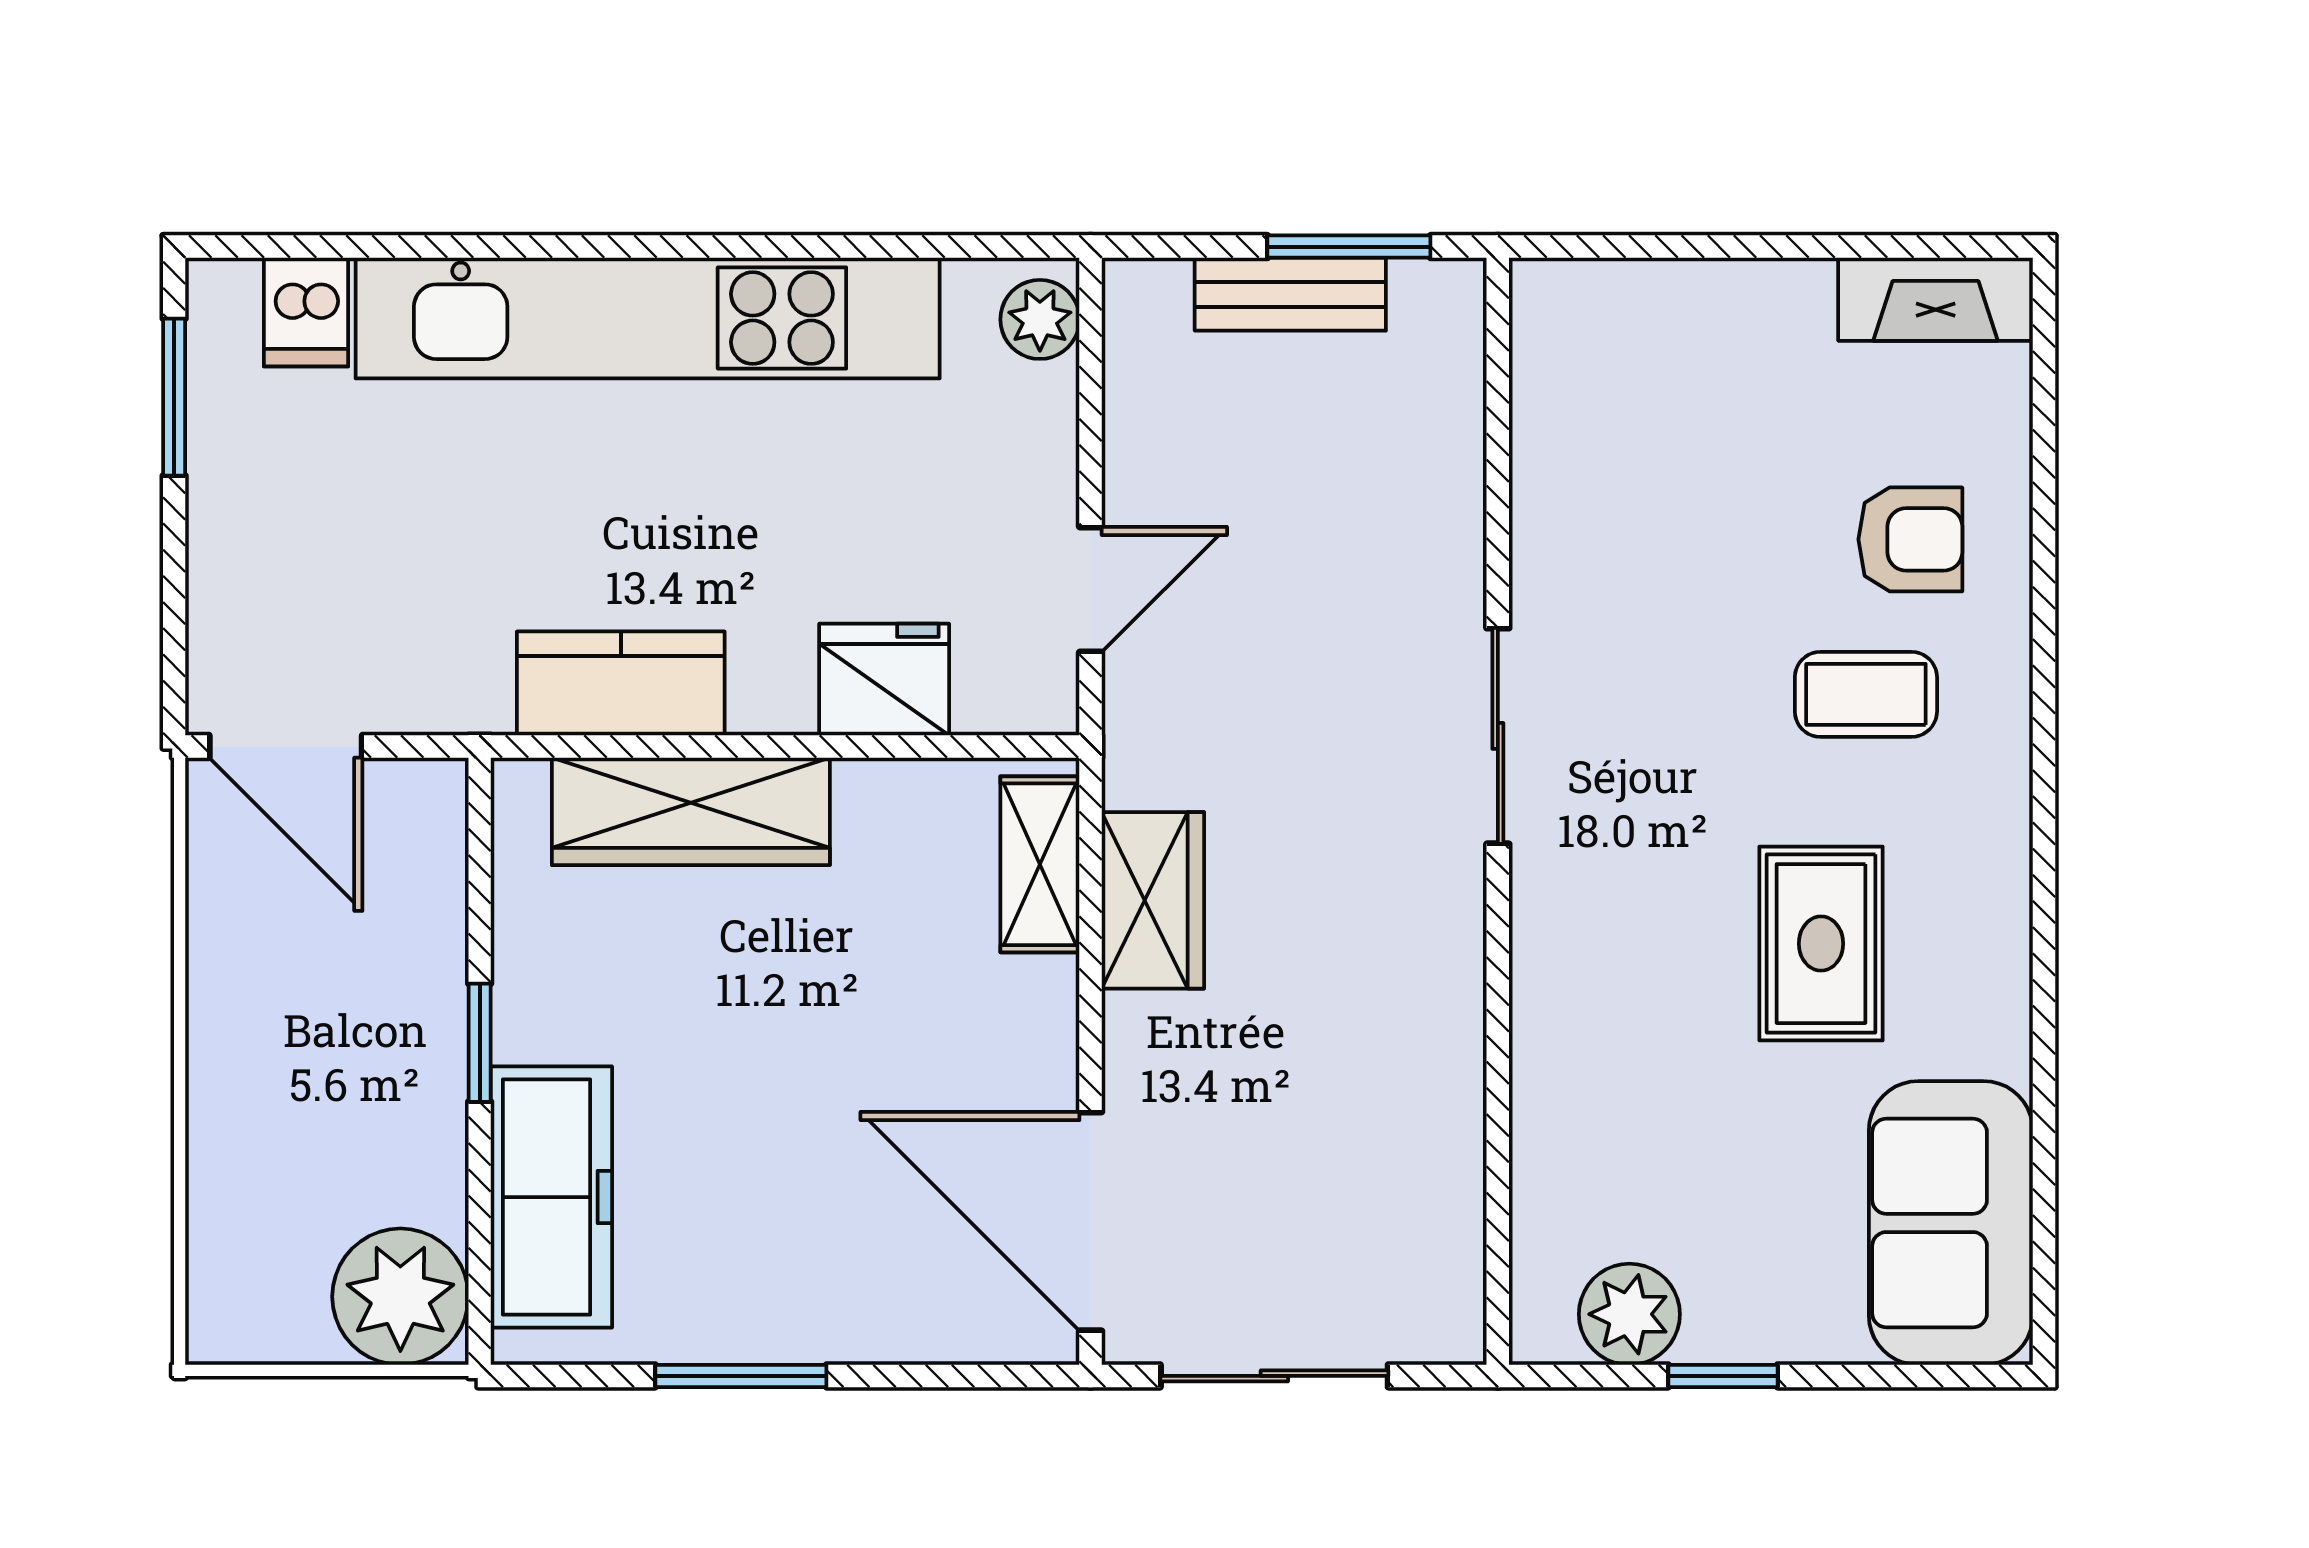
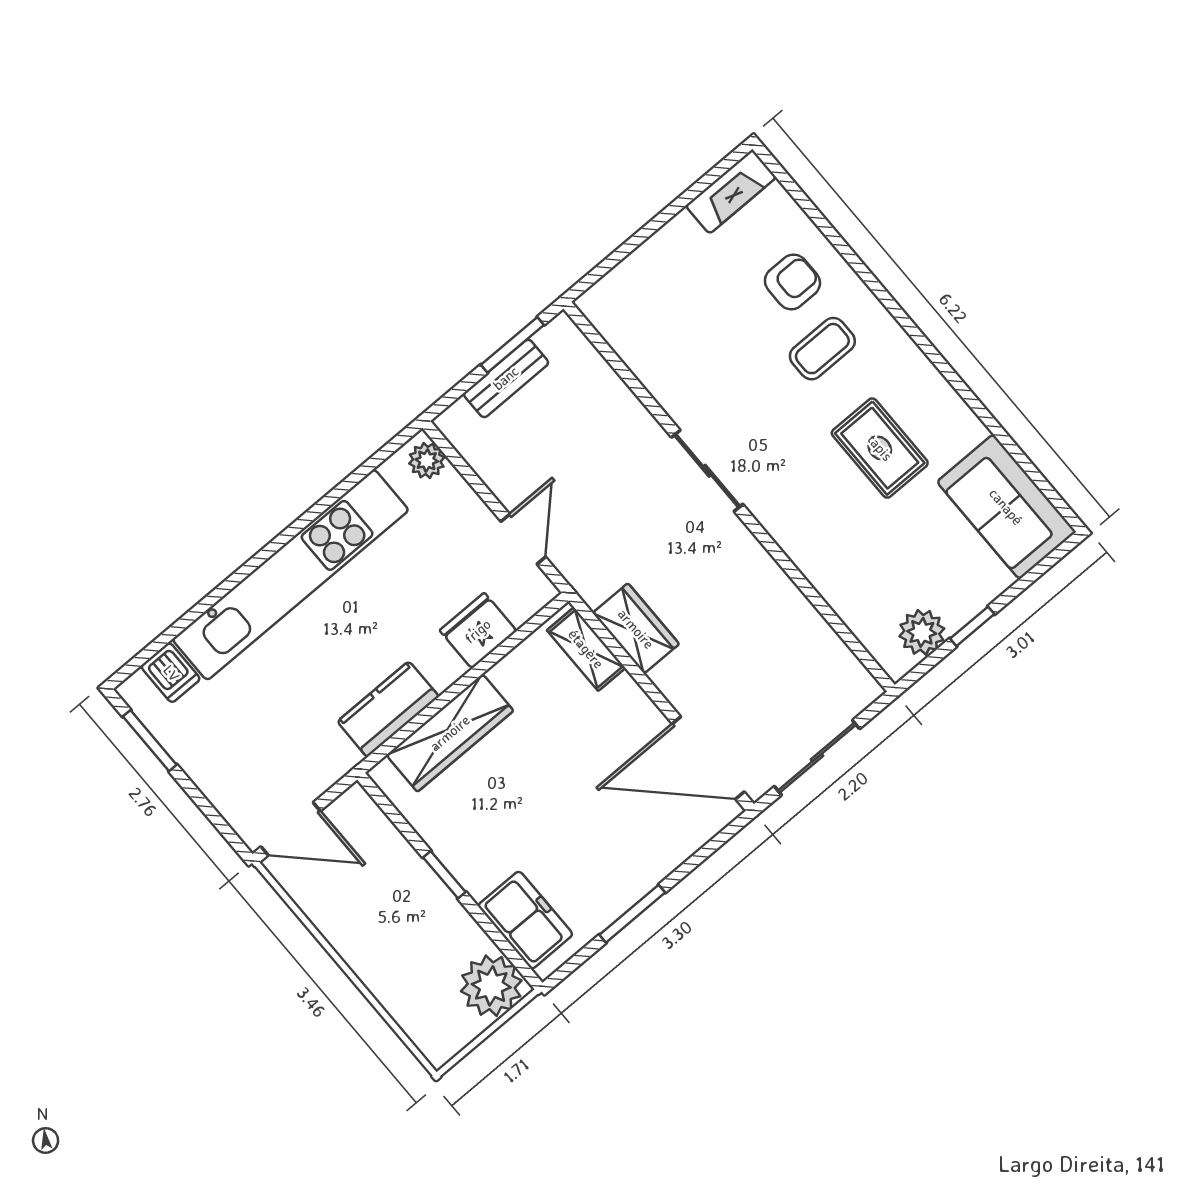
freezer: (551, 1197) -> (525, 920), width x0.71

